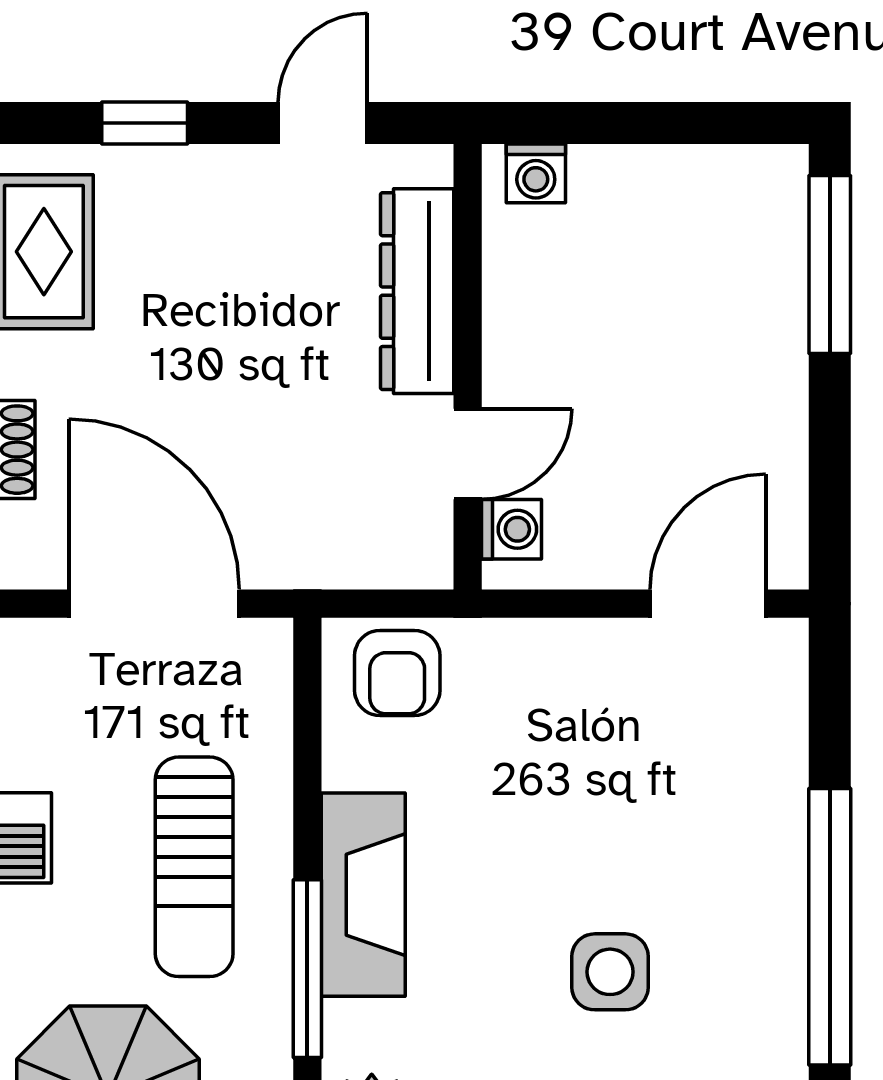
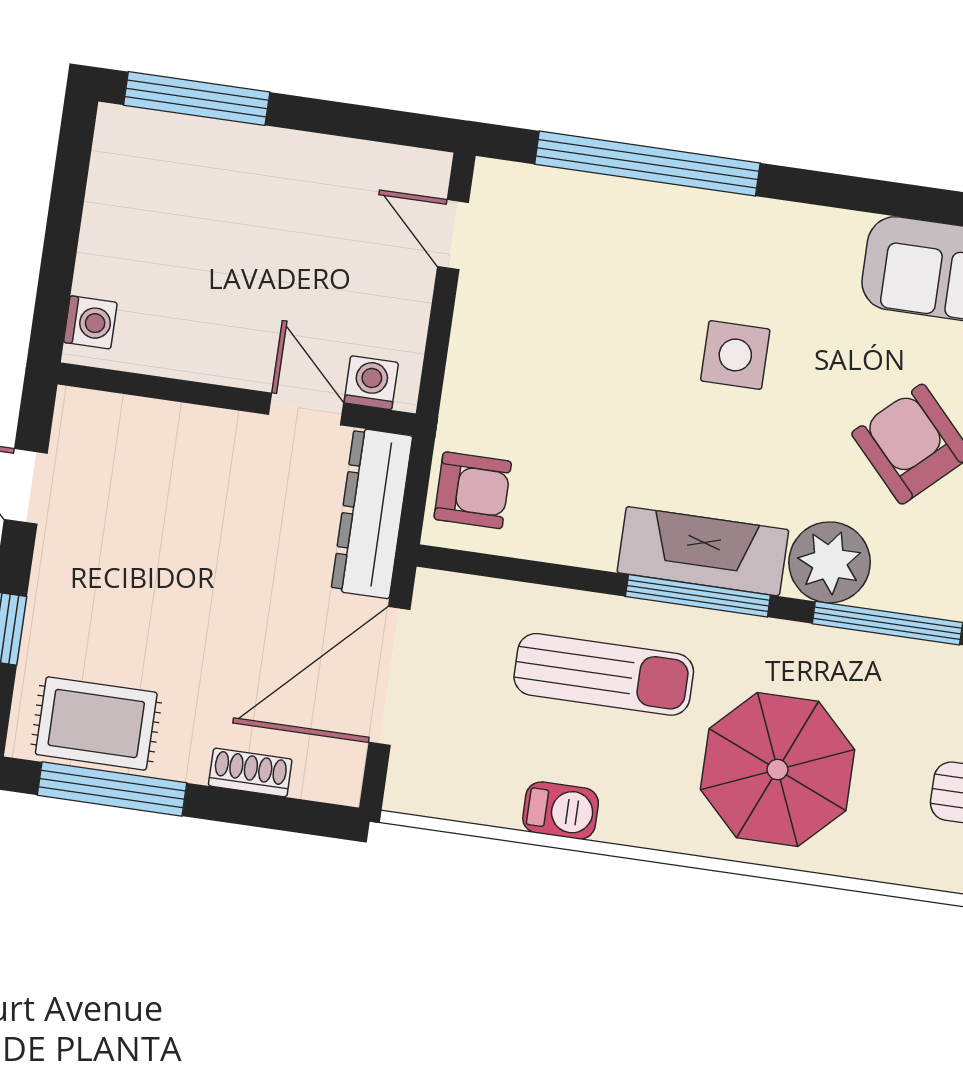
dresser: (417, 291) -> (372, 513), moved, turned 90
door: (708, 604) -> (453, 235), width x0.73
fireplace: (363, 895) -> (703, 551), moved
window: (830, 927) -> (647, 164), moved

